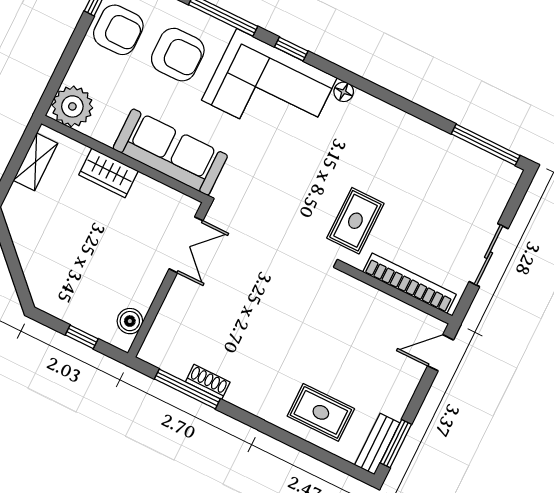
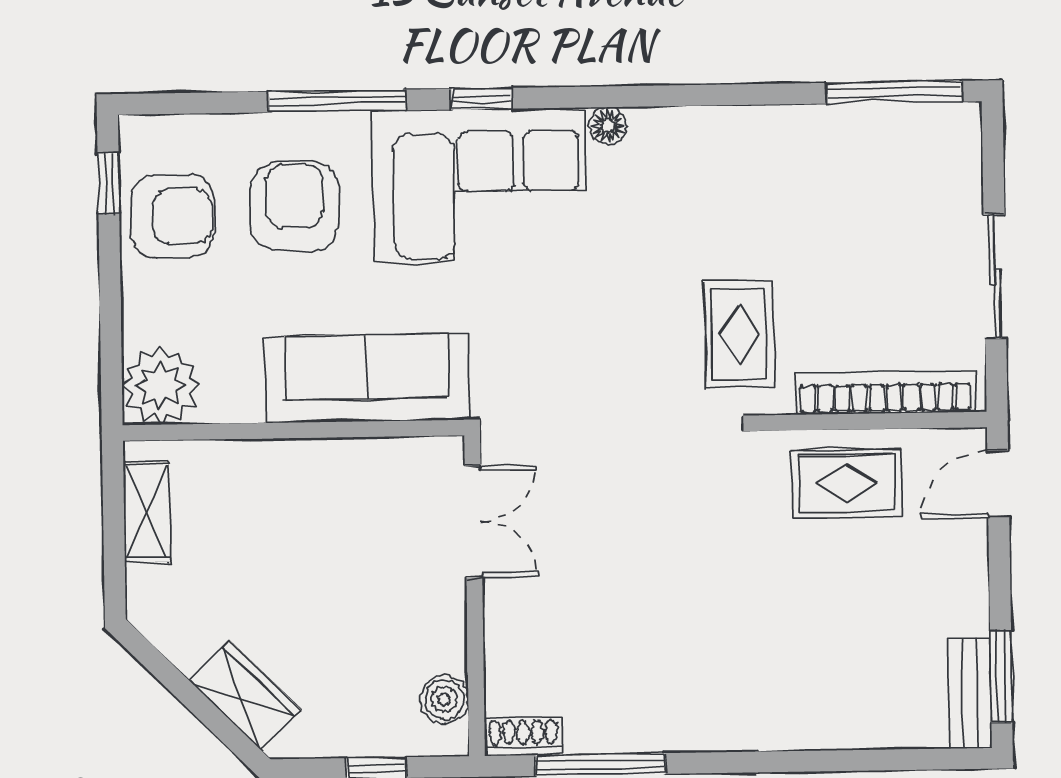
armchair: (178, 55) -> (295, 206), turned -90
wardrobe: (109, 173) -> (245, 696), moved, turned -135
shoe rack: (208, 382) -> (523, 737), moved
rug: (321, 412) -> (847, 483), moved

